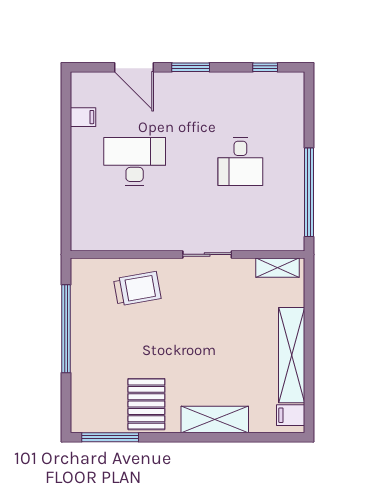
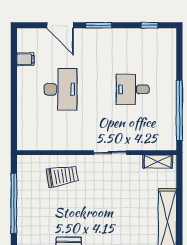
desk: (135, 161) -> (61, 89), turned 90
desk: (240, 161) -> (133, 89), turned 90

